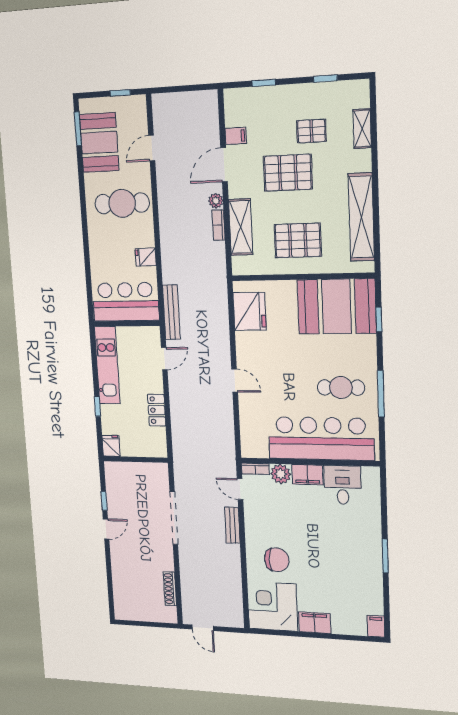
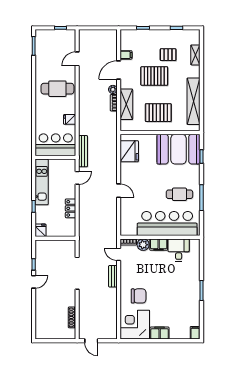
booth: (99, 143) -> (46, 54), removed

